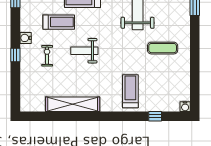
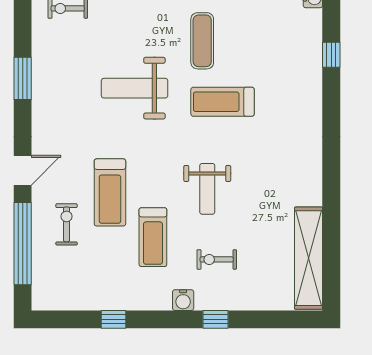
treadmill: (59, 22) -> (153, 237), turned 180
treadmill: (130, 91) -> (223, 102), moved
shelving: (73, 104) -> (308, 258), moved

